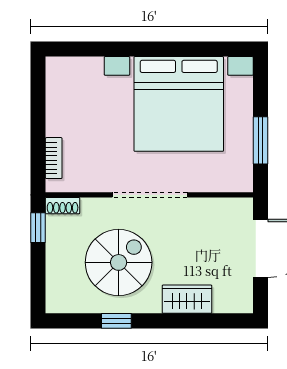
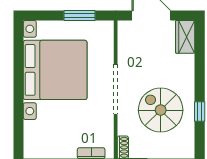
wardrobe: (187, 299) -> (185, 37), moved

